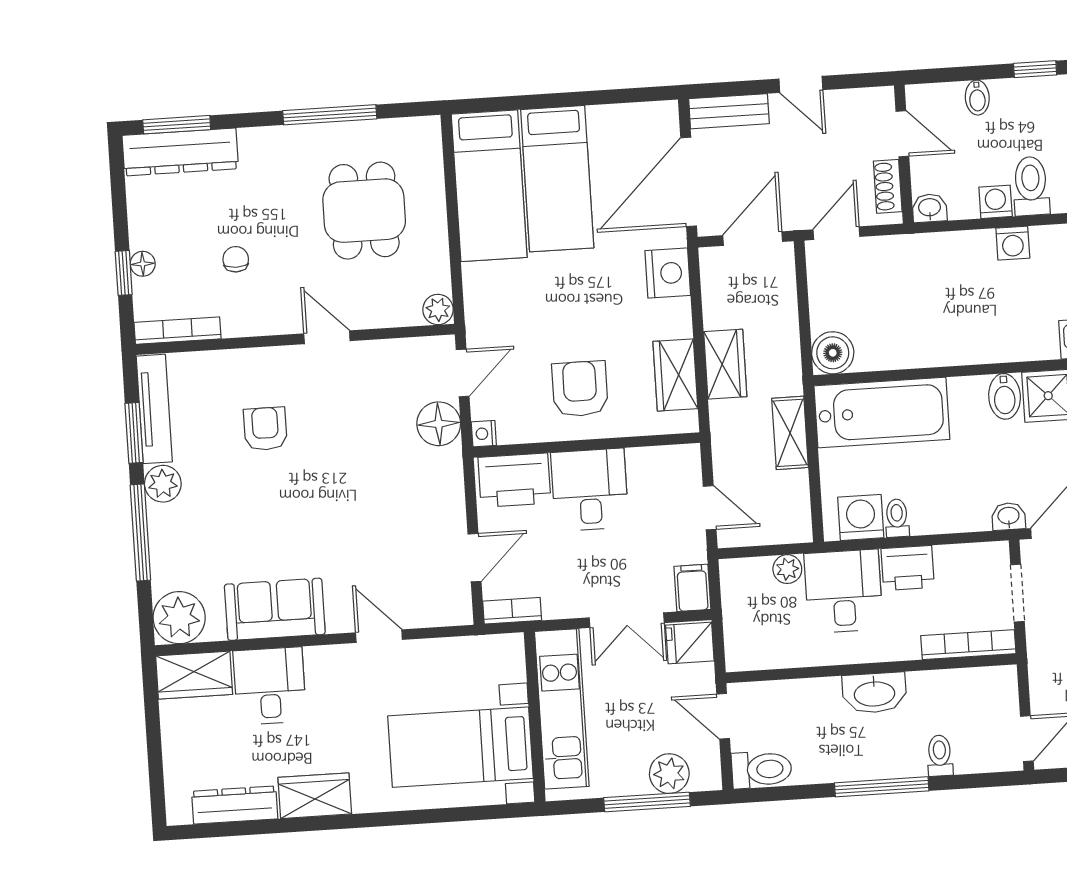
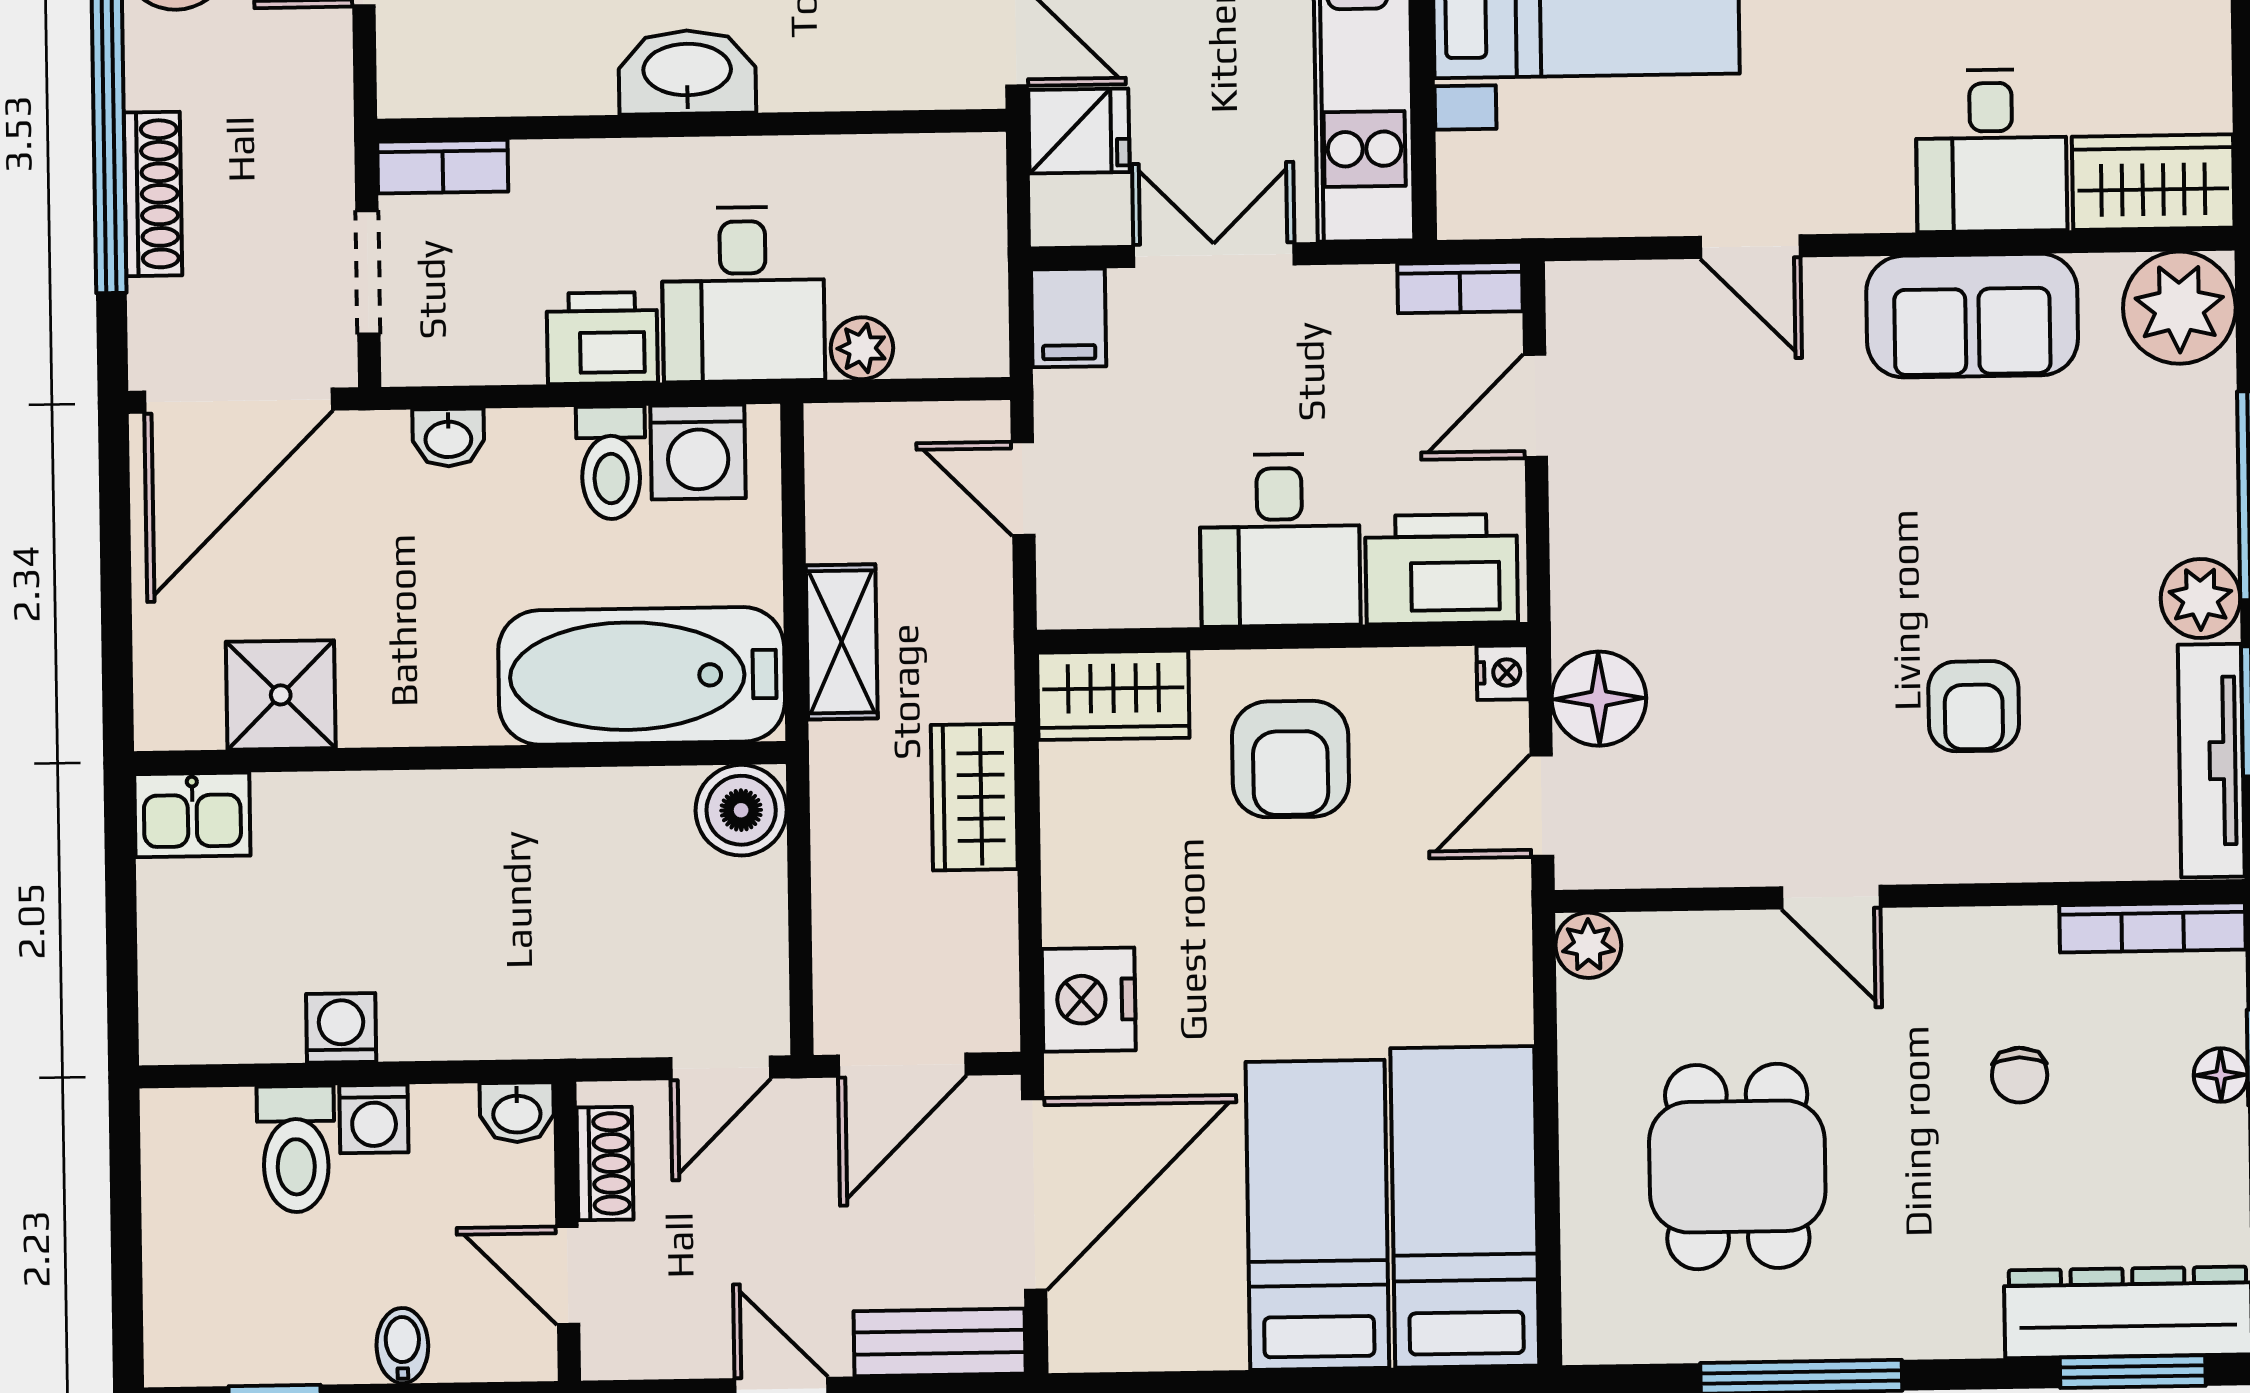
wardrobe: (675, 375) -> (1113, 695), moved, turned 90
bidet: (1005, 396) -> (375, 698), removed
washbasin: (1009, 516) -> (448, 438), moved
toilet: (897, 518) -> (611, 463), width x1.37, depth x1.39
fridge: (690, 643) -> (1079, 131), moved
bookcase: (968, 645) -> (443, 167), width x0.64

